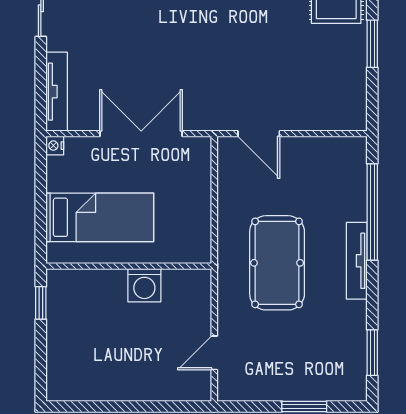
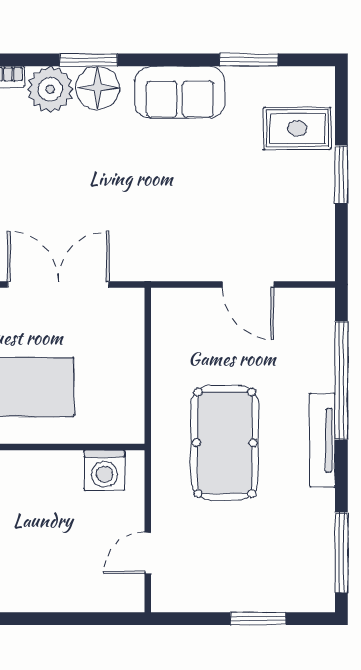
door: (259, 134) -> (248, 285), moved
washing machine: (144, 285) -> (104, 470), moved
window: (372, 353) -> (341, 553), width x1.44

